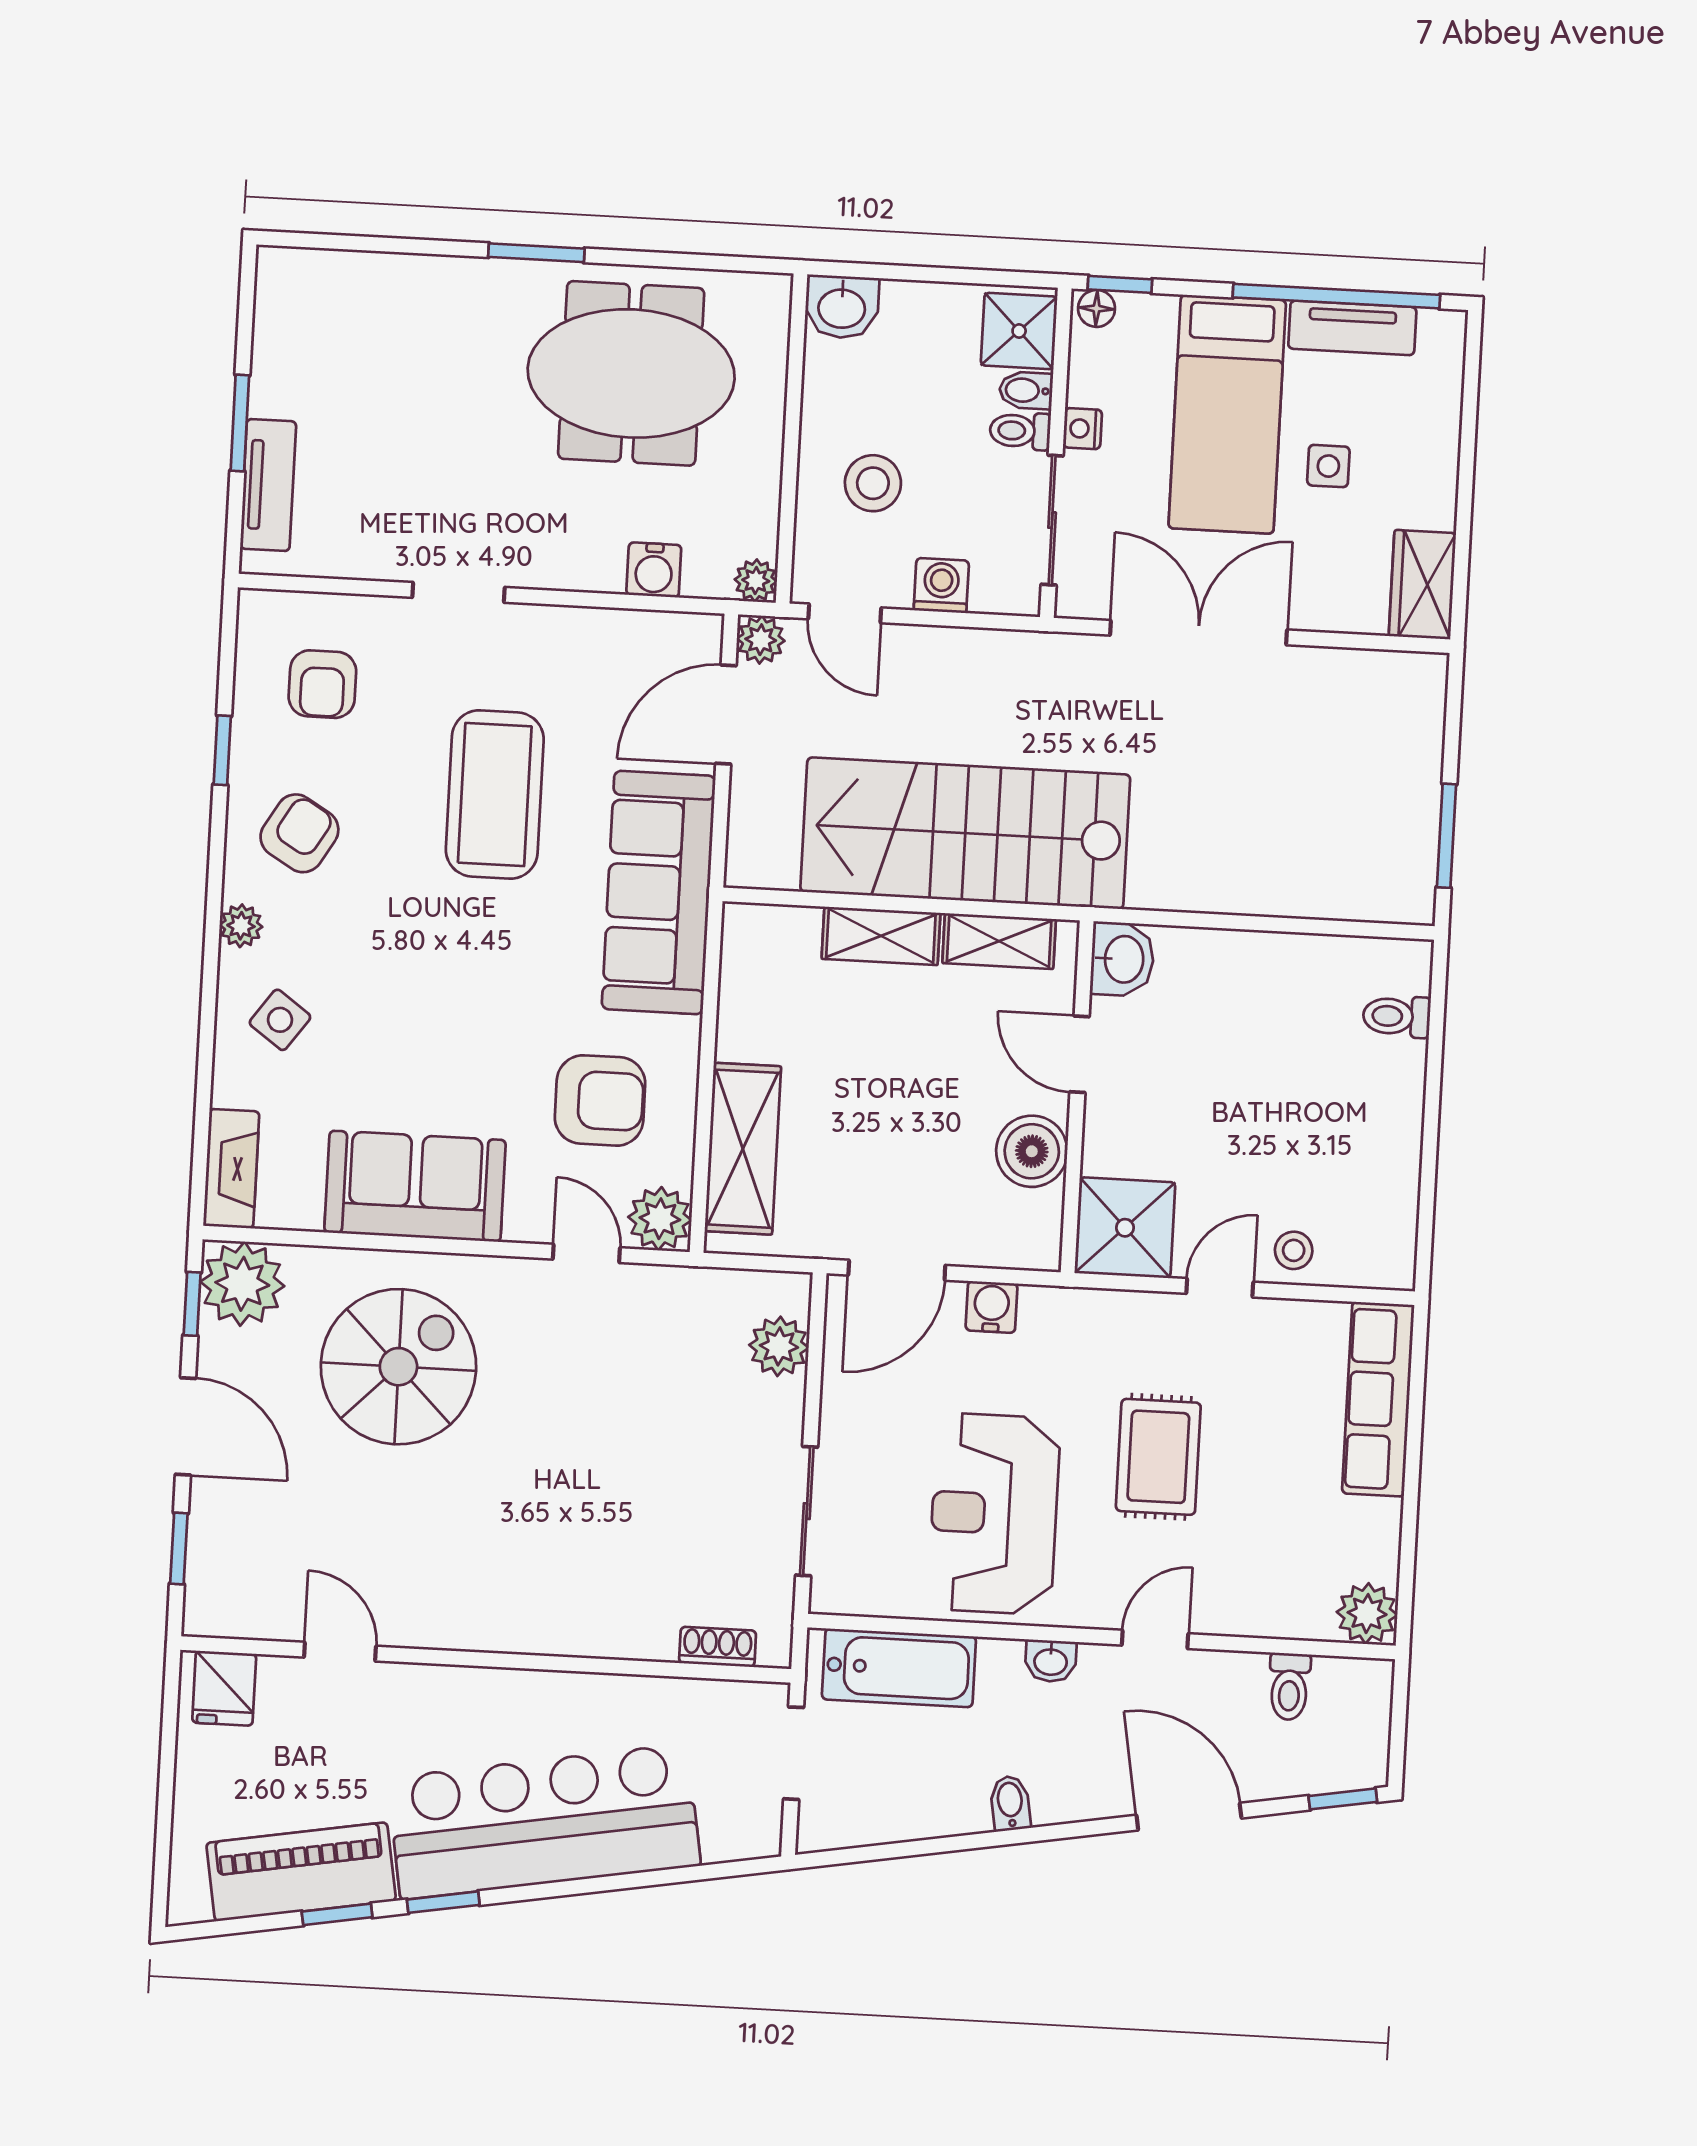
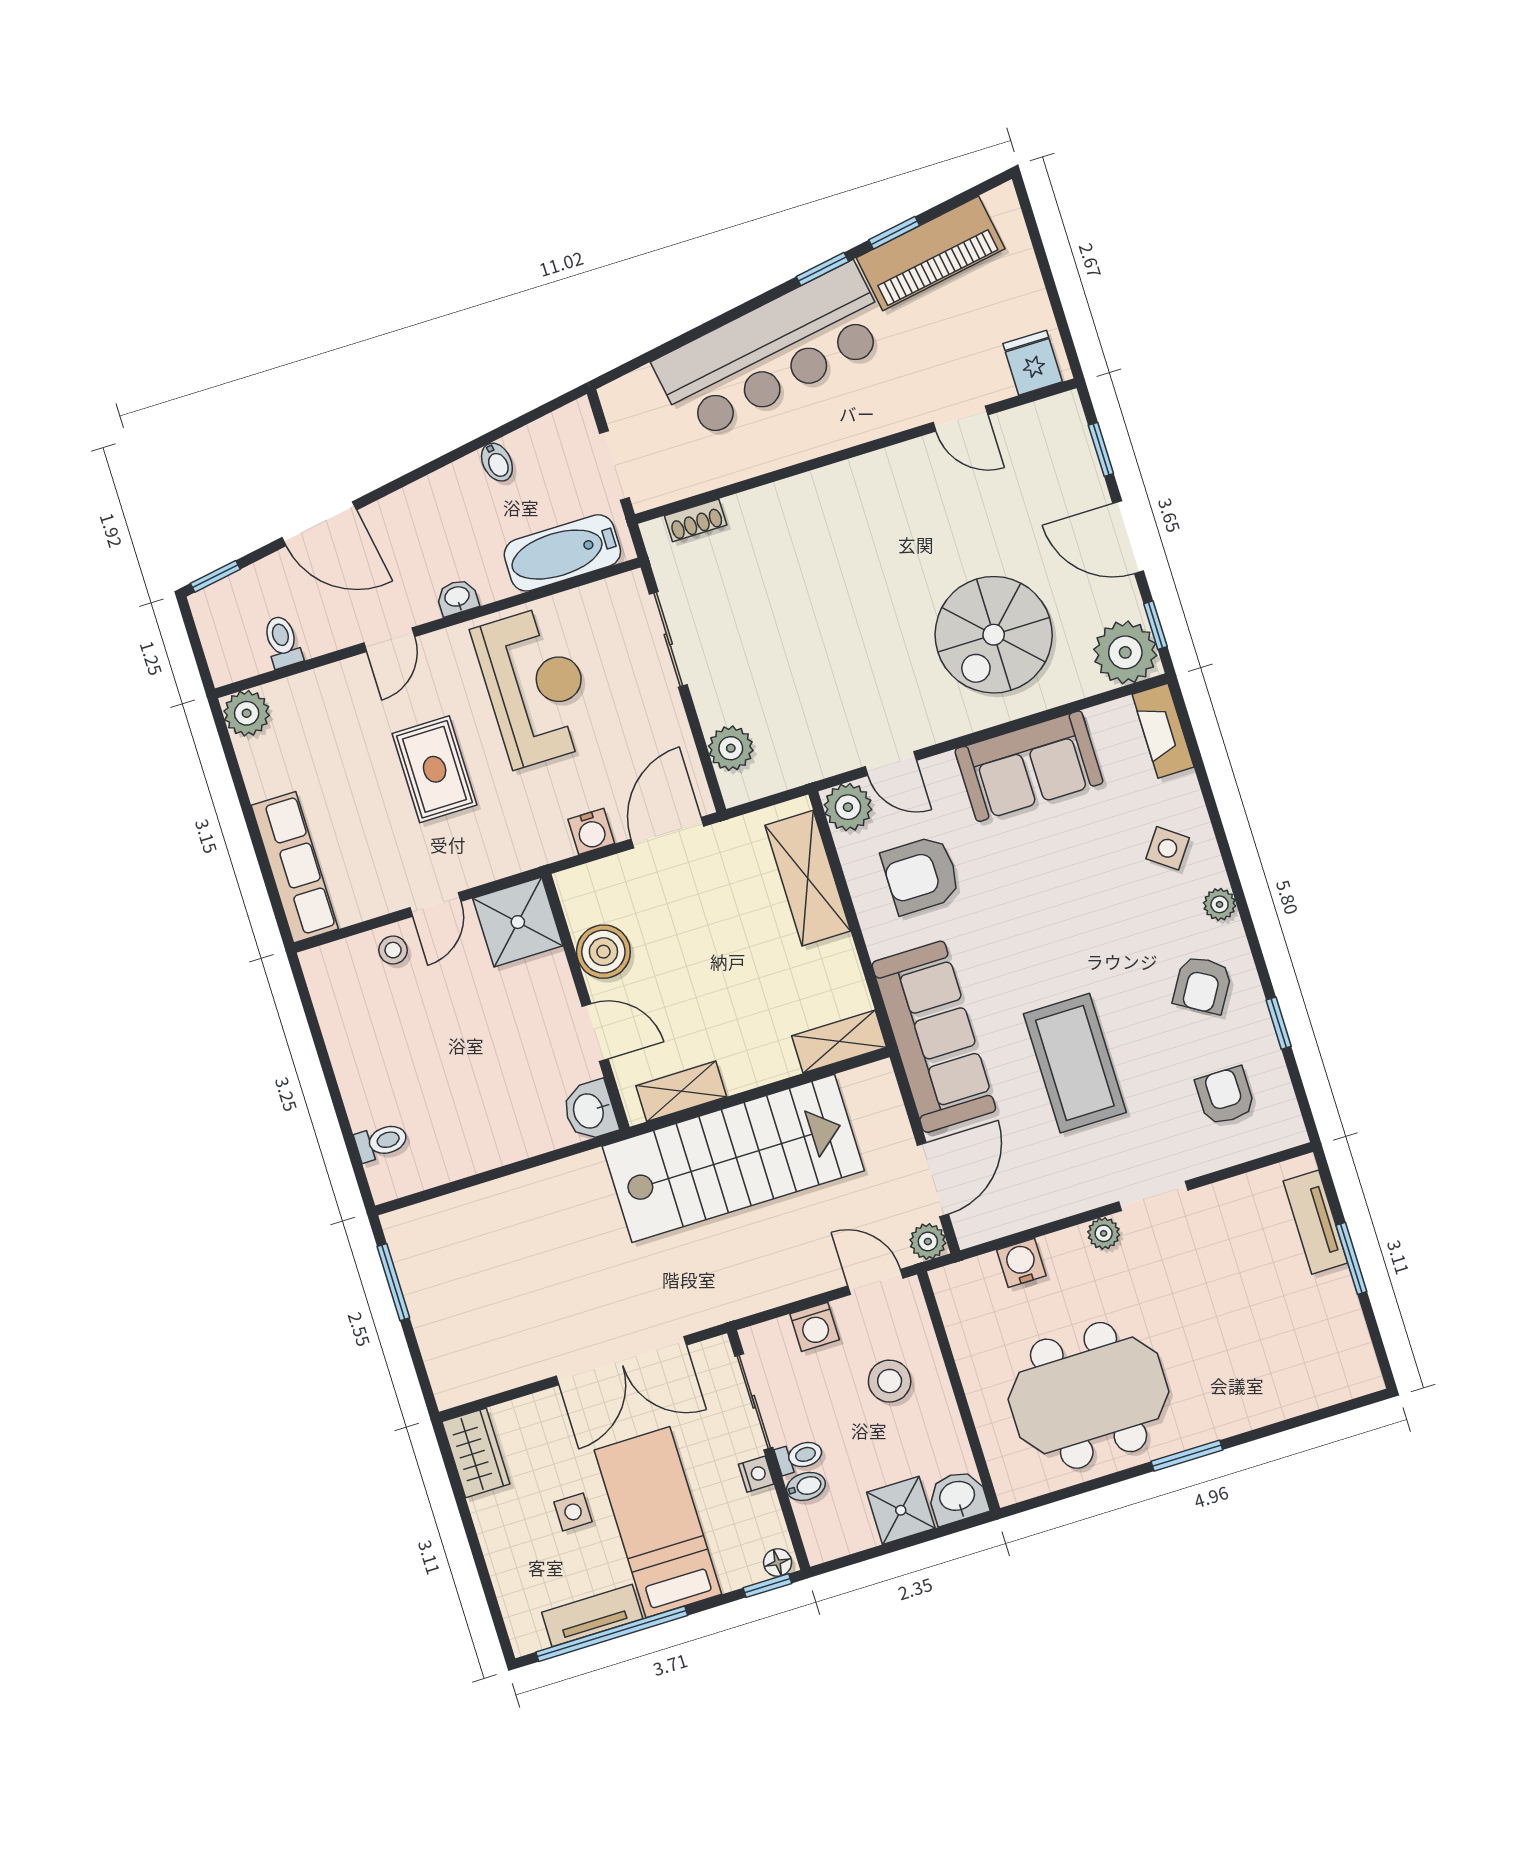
shower: (1019, 331) -> (901, 1510), moved
plant: (756, 581) -> (1104, 1233), moved
shelving: (881, 936) -> (839, 1041), moved
bidet: (1010, 1803) -> (497, 462), moved

